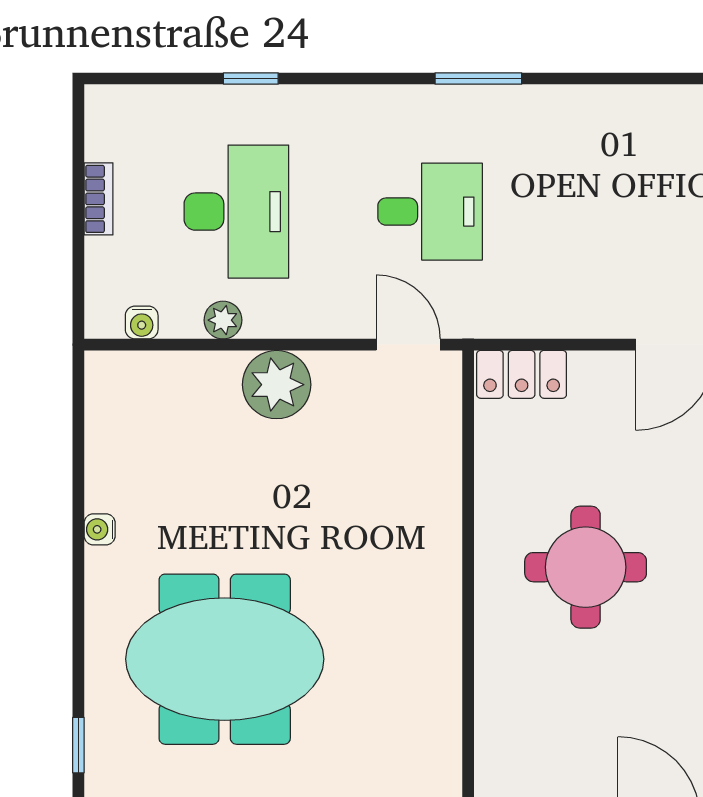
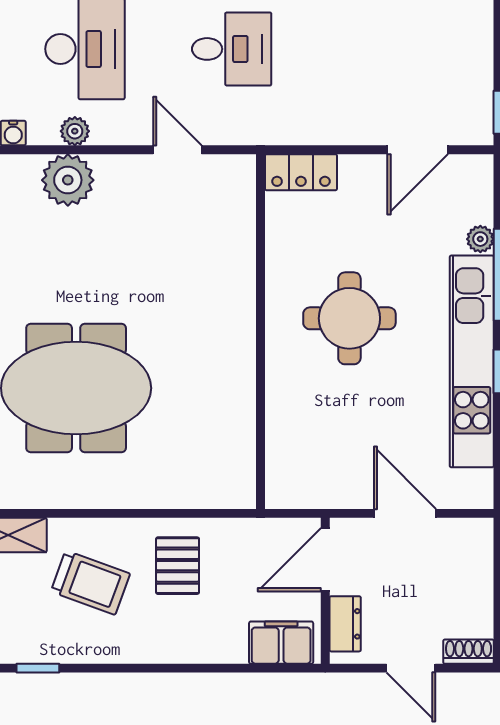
door: (408, 345) -> (177, 150), moved
plant: (277, 385) -> (68, 180), moved

